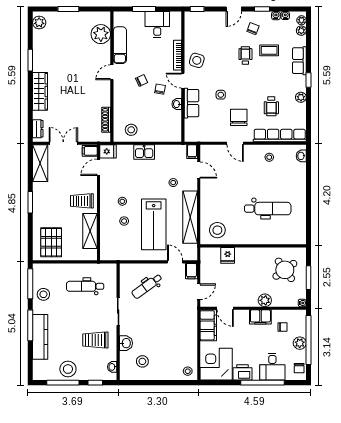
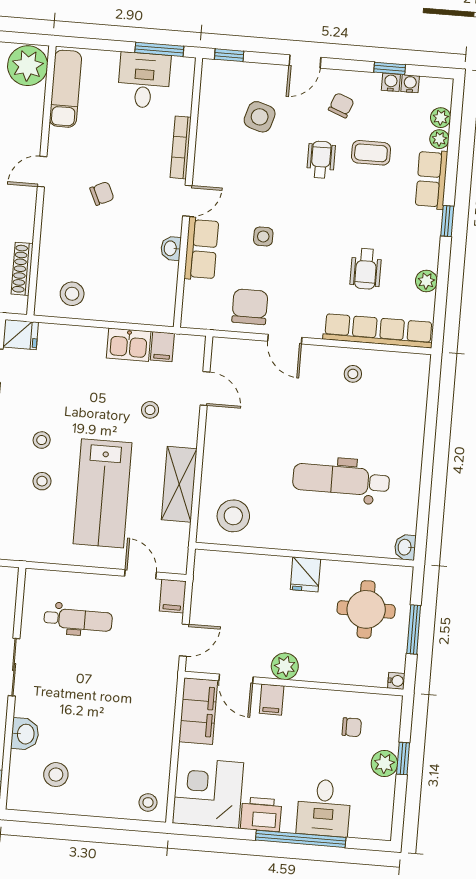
window: (144, 9) -> (159, 49), moved
window: (262, 9) -> (390, 68), moved
plant: (302, 20) -> (439, 139), moved
plant: (101, 34) -> (28, 66), moved
exam couch: (120, 45) -> (65, 89), moved
side table: (197, 60) -> (260, 117), moved
door: (183, 81) -> (187, 201), swing flipped
chair: (160, 89) -> (139, 215), removed
plant: (301, 97) -> (426, 281), moved
chair: (239, 117) -> (250, 307), moved
kitchen sink: (144, 152) -> (129, 345), moved
filing cabinet: (192, 152) -> (162, 347), moved
washbasin: (301, 156) -> (405, 547), moved
dental chair: (268, 209) -> (341, 480), turned 180
shelving: (190, 217) -> (179, 484), width x0.68
fridge: (228, 255) -> (305, 574), moved
round table: (285, 270) -> (366, 609), turned 36
dental chair: (147, 286) -> (78, 620), turned -144
plant: (265, 300) -> (285, 666), moved
filing cabinet: (260, 317) -> (272, 700), moved, width x0.50
window: (309, 340) -> (403, 758), width x0.32
chair: (299, 368) -> (379, 815), removed

